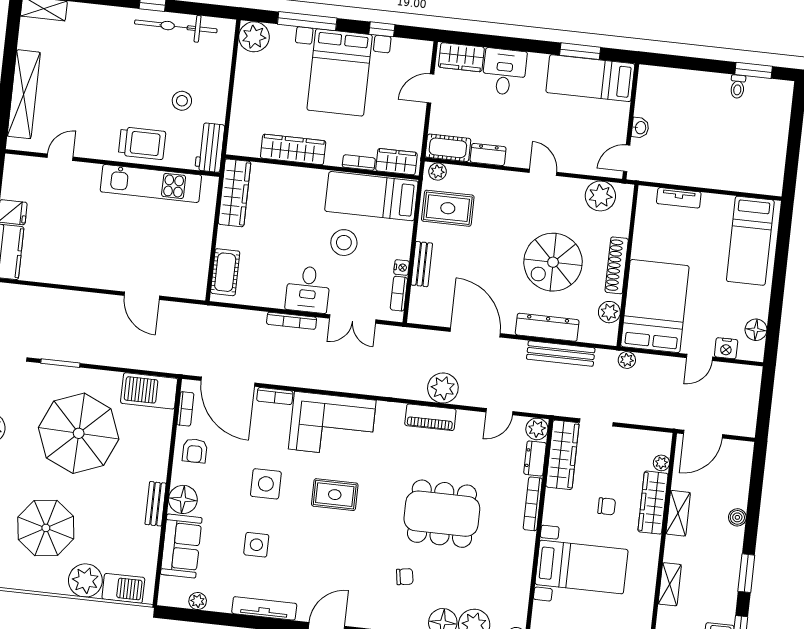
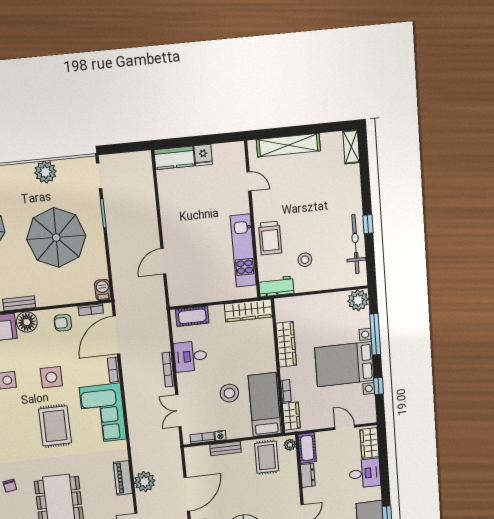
desk: (308, 289) -> (190, 356), moved
barbecue: (149, 391) -> (103, 290), width x0.53, depth x0.65
rug: (335, 495) -> (55, 426), width x1.36, depth x1.43

